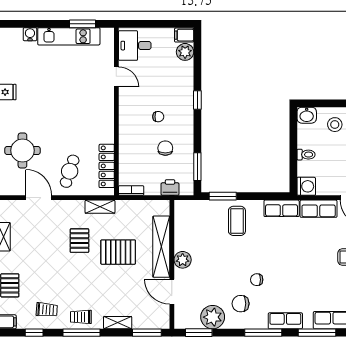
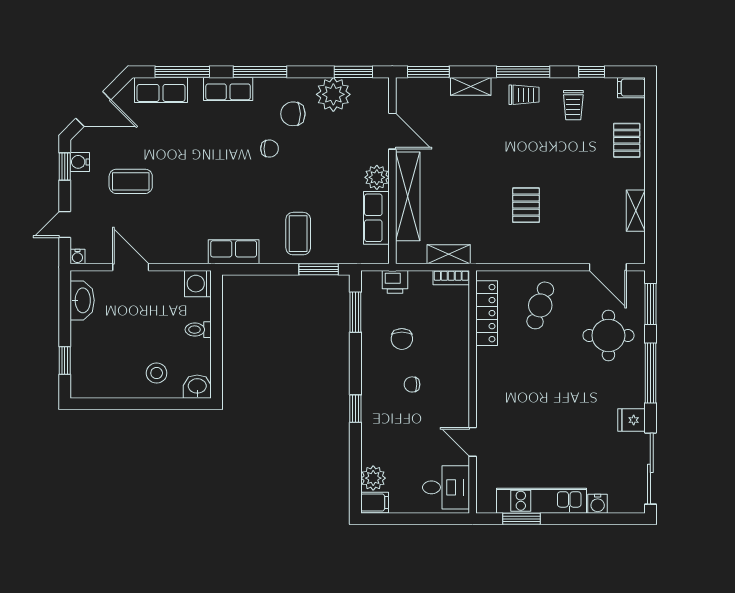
door: (39, 198) -> (608, 267), moved
shelving: (100, 207) -> (449, 254), moved
row of seats: (319, 209) -> (376, 218), moved, turned -90
pallet: (118, 252) -> (470, 189), removed
chair: (241, 304) -> (293, 114), turned 180
trolley: (47, 310) -> (573, 105), turned -94

